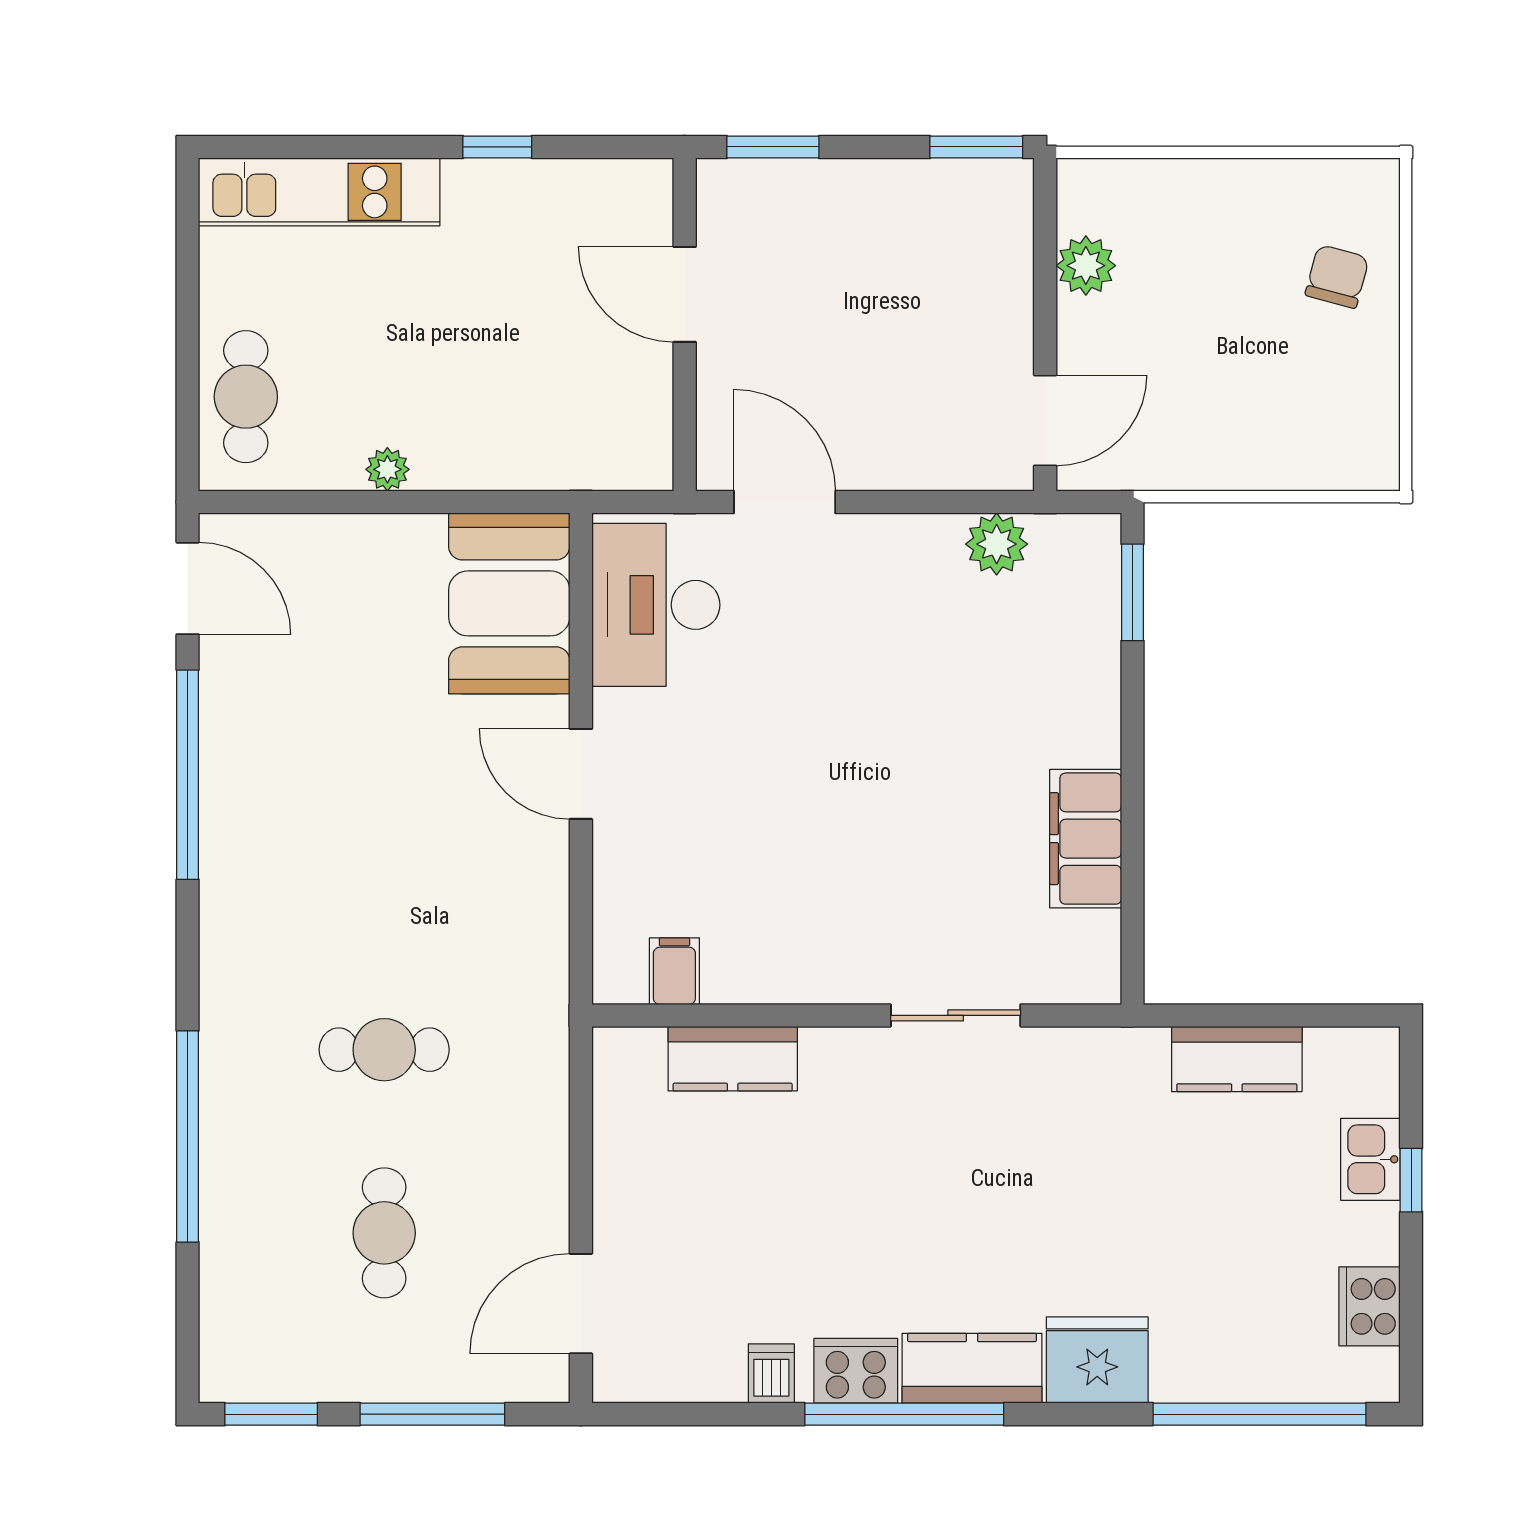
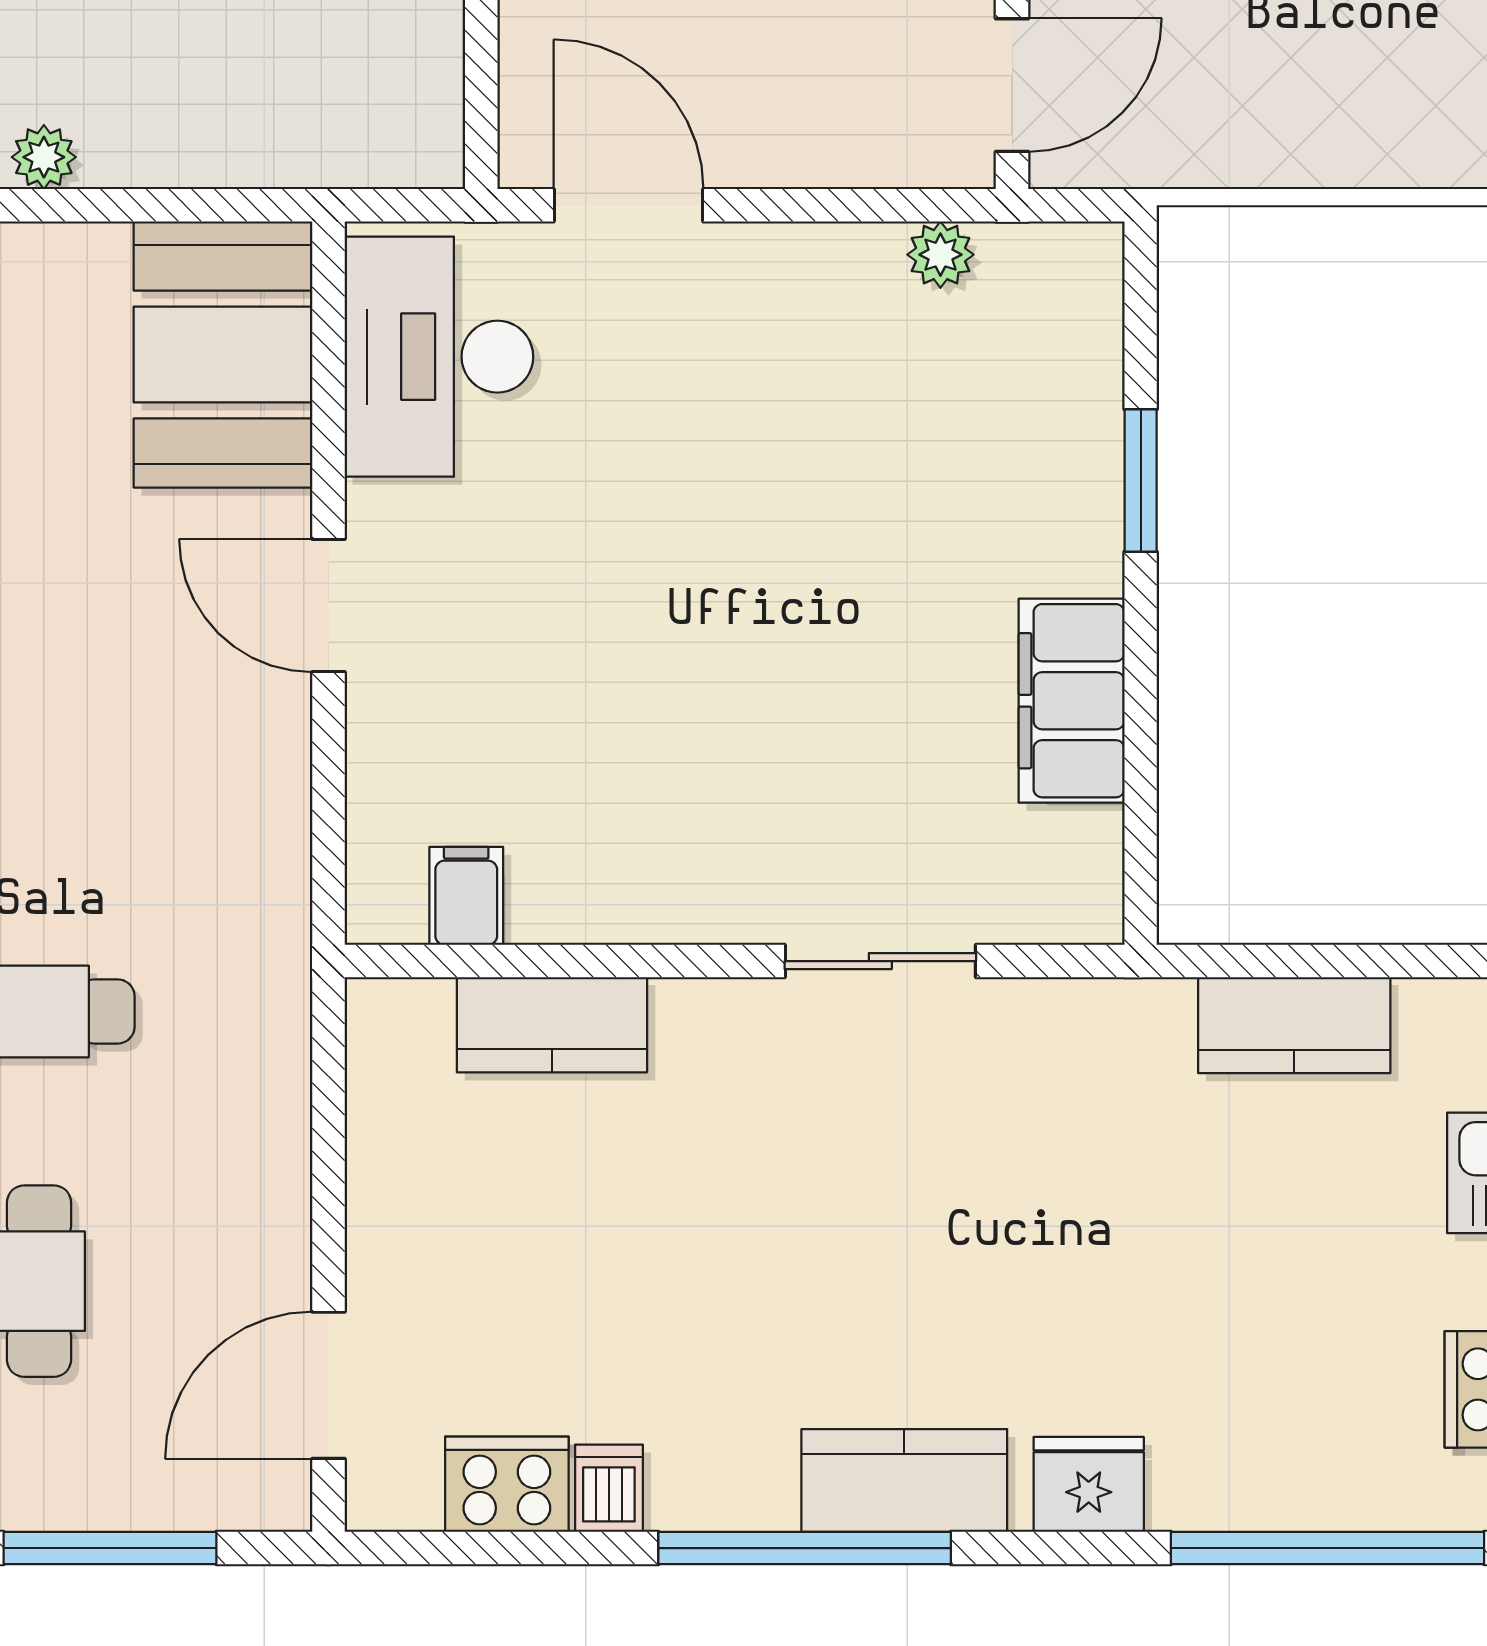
plant: (997, 544) -> (940, 255), width x0.73, depth x0.73
window: (1132, 592) -> (1141, 480), moved
fridge: (1097, 1360) -> (1089, 1484), width x0.73, depth x0.75
cooker: (856, 1371) -> (507, 1484), moved

